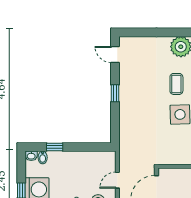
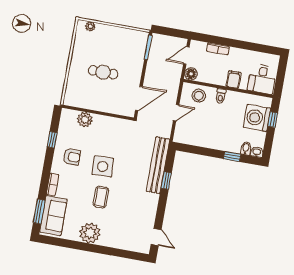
window: (115, 93) -> (166, 181), moved
bench: (126, 125) -> (158, 165), added

